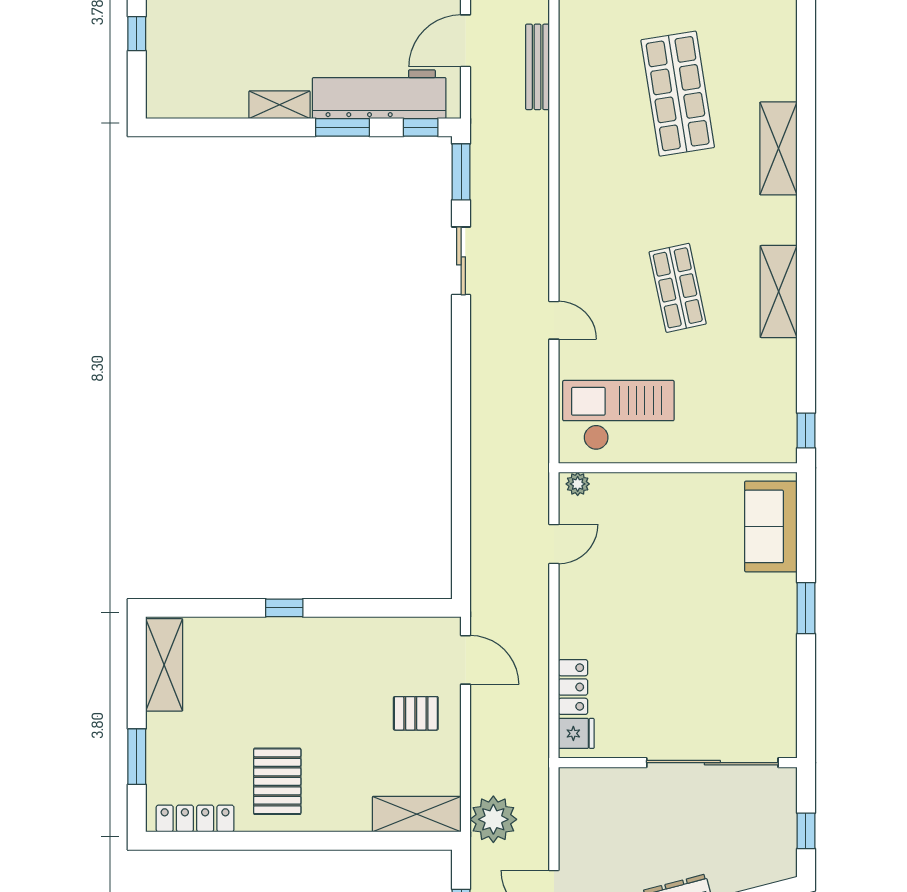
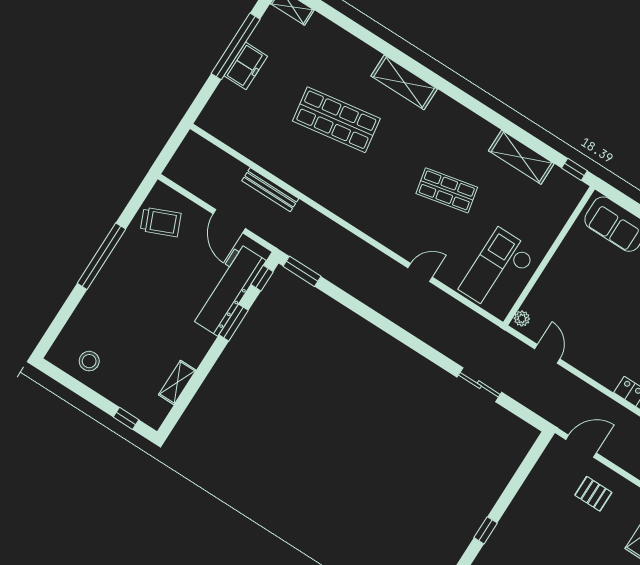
window: (137, 34) -> (126, 418), moved
shelving: (279, 105) -> (177, 382), moved
sliding door: (461, 261) -> (479, 385), moved
shelving: (779, 292) -> (521, 157), moved
pallet: (416, 713) -> (593, 494), turned 90

